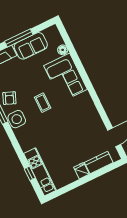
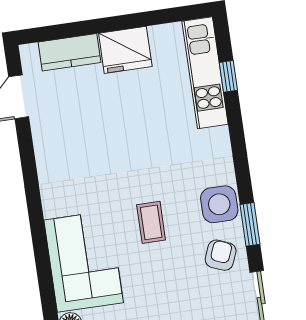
fridge: (81, 171) -> (125, 50), width x1.88, depth x1.34

